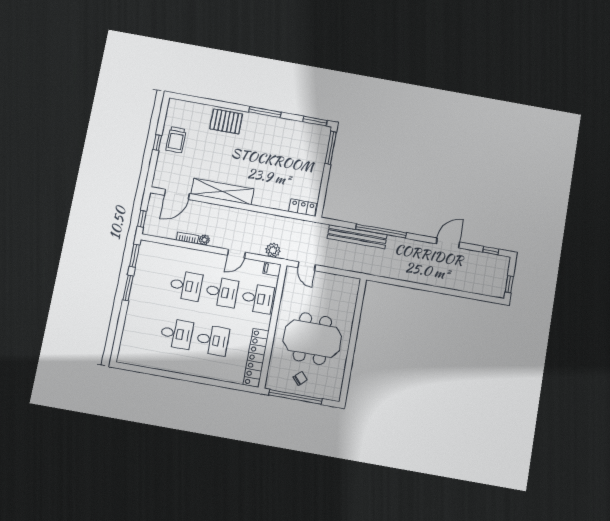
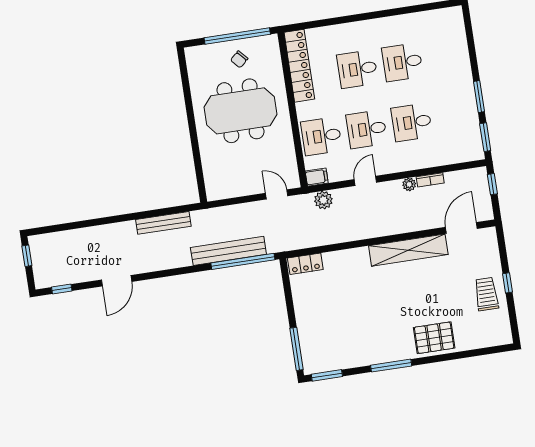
window: (381, 231) -> (243, 261), moved
bench: (399, 274) -> (163, 223), added

